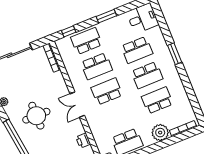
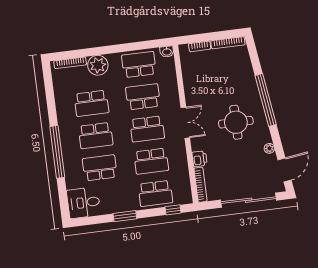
window: (175, 54) -> (57, 152), width x2.11
school desk: (97, 66) -> (151, 161), turned 180
school desk: (147, 75) -> (96, 136), turned 180
school desk: (117, 117) -> (143, 97), added
printer: (83, 141) -> (200, 159), moved

